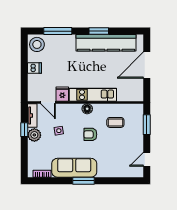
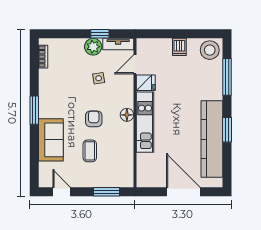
coffee table: (115, 122) -> (90, 151), moved
sofa: (74, 168) -> (51, 140), moved, width x0.73

